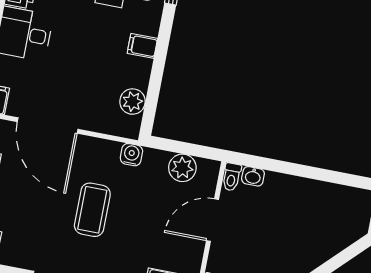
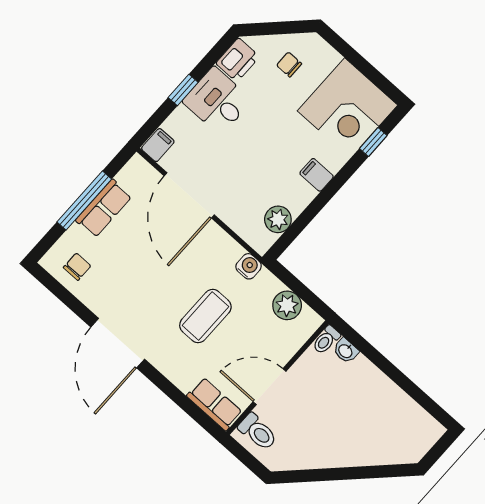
coffee table: (92, 210) -> (205, 316), moved
door: (212, 220) -> (270, 387), moved

